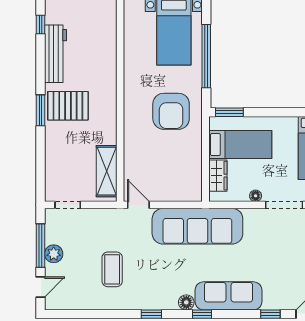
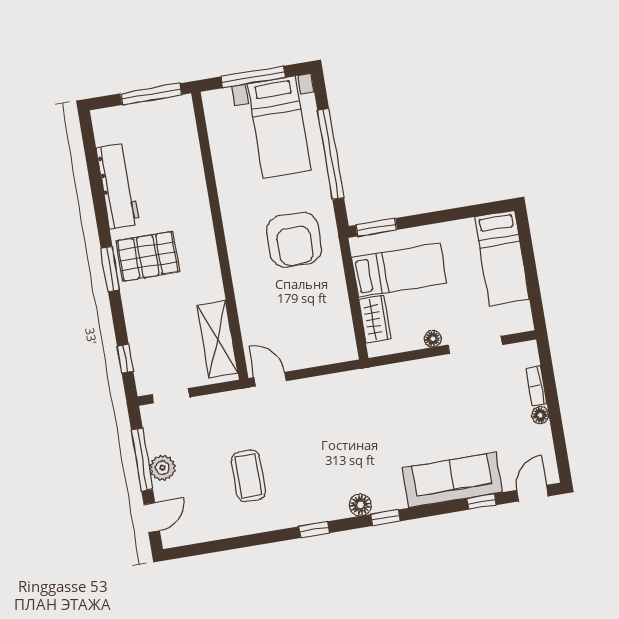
window: (41, 24) -> (125, 359), moved
sofa: (197, 226) -> (358, 395), removed
sofa: (228, 296) -> (453, 480), moved

